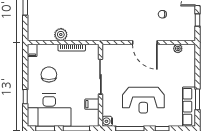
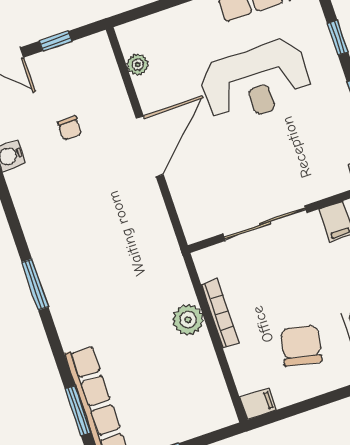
plant: (61, 35) -> (188, 320), moved
chair: (49, 75) -> (301, 346), turned 102
reception desk: (143, 100) -> (256, 82), moved, turned 90

